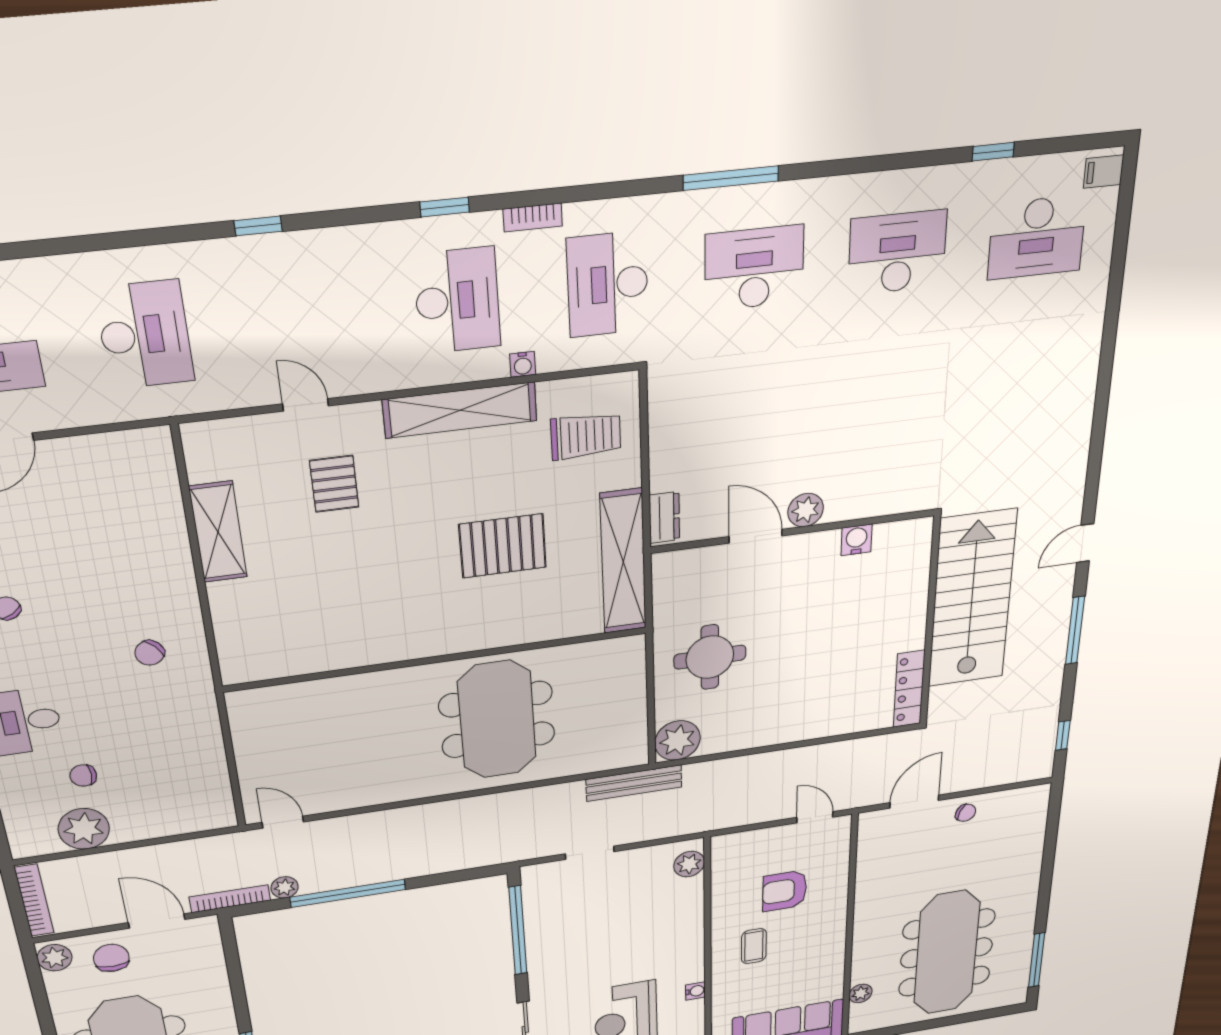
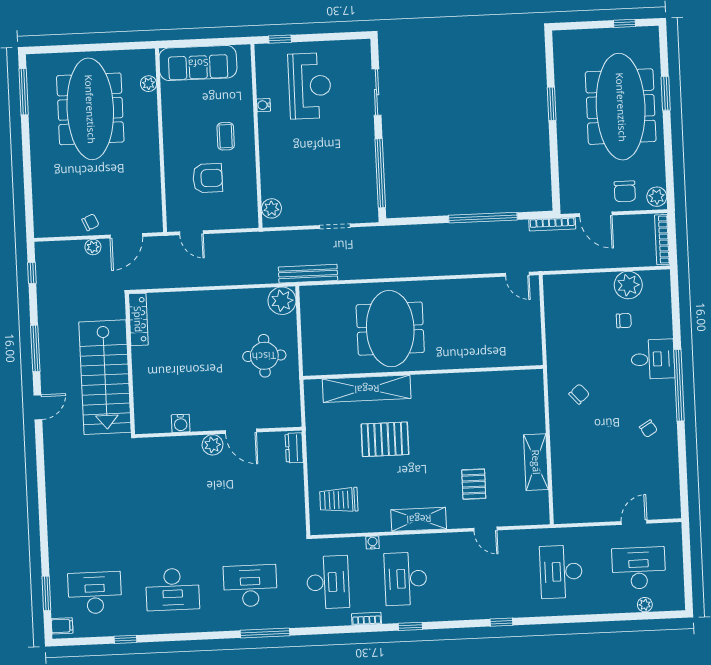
window: (1122, 231) -> (46, 593), added
desk: (754, 268) -> (250, 586), turned 180
shelving: (460, 410) -> (419, 519), width x0.68
shelving: (623, 562) -> (367, 389), moved, turned 90
chair: (966, 813) -> (90, 222), turned 132
plant: (285, 887) -> (93, 247), moved

